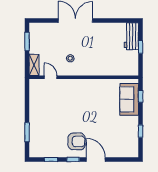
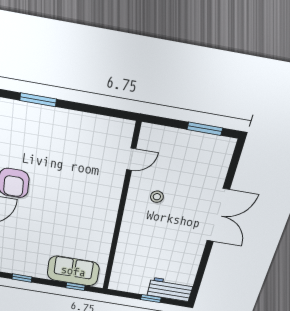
shelving: (34, 65) -> (159, 134), removed

